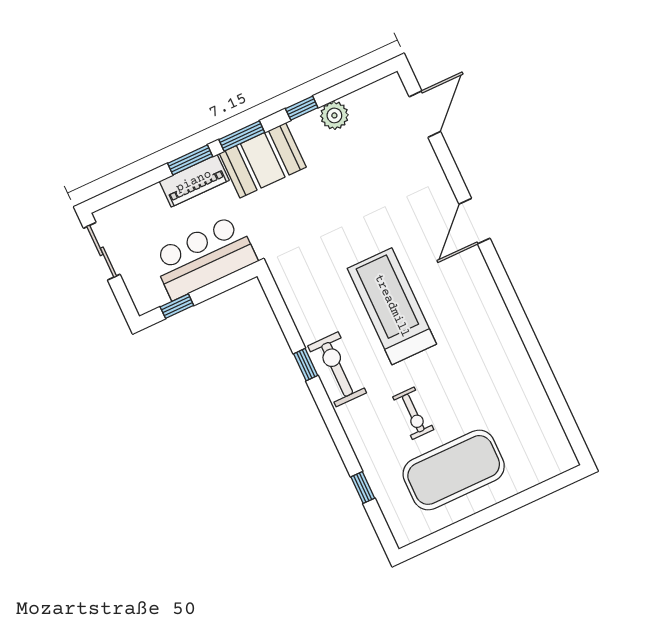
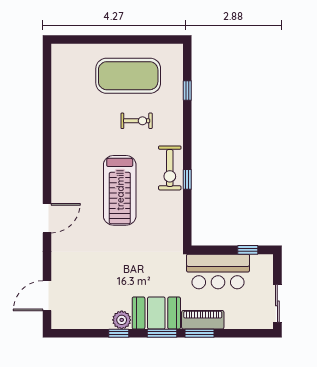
plant: (334, 115) -> (122, 320), moved
exercise bike: (413, 413) -> (137, 121), turned 90

